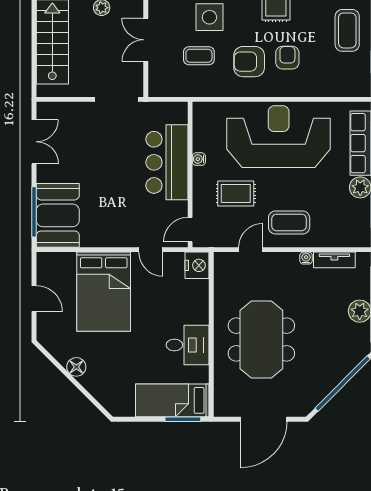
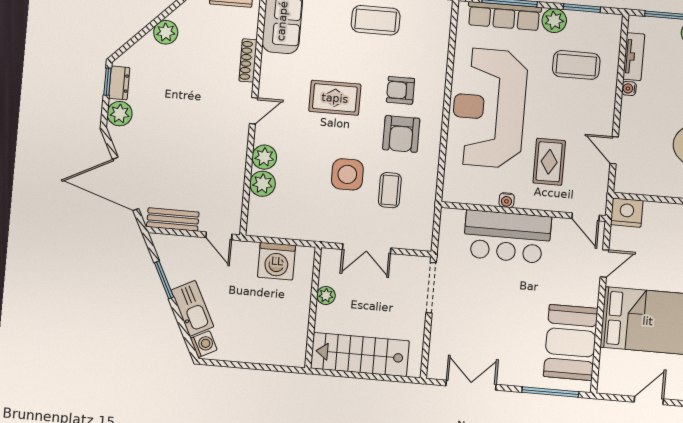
booth: (58, 215) -> (571, 342), moved, turned 90
coffee table: (289, 222) -> (576, 65), moved, turned 90

